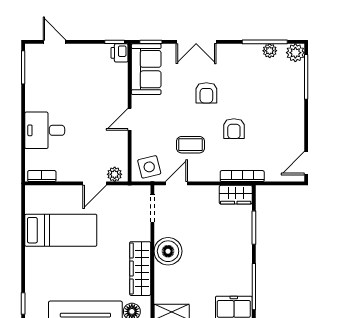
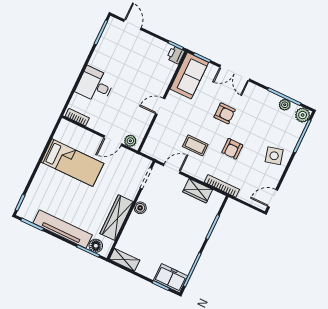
armchair: (206, 93) -> (225, 113), turned -90
side table: (149, 167) -> (274, 156), moved
wardrobe: (236, 195) -> (198, 191), moved
boiler: (168, 251) -> (140, 208), width x0.54, depth x0.54

